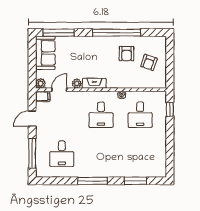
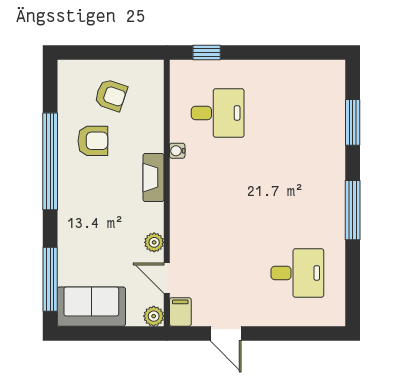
fireplace: (94, 83) -> (153, 178), moved
desk: (101, 115) -> (218, 193), removed
window: (32, 153) -> (296, 333), removed

